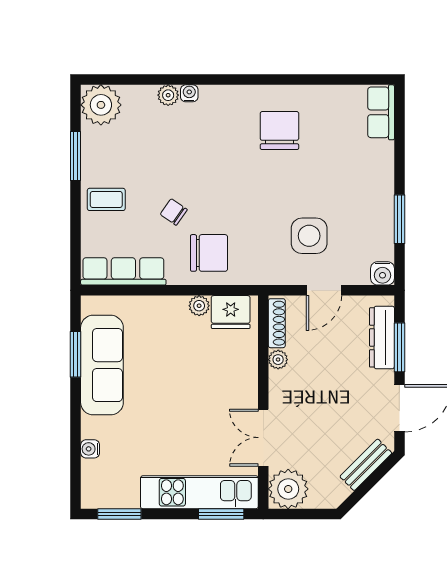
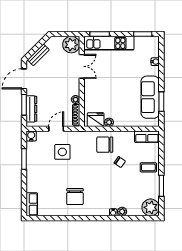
row of seats: (123, 271) -> (147, 137), width x0.68

